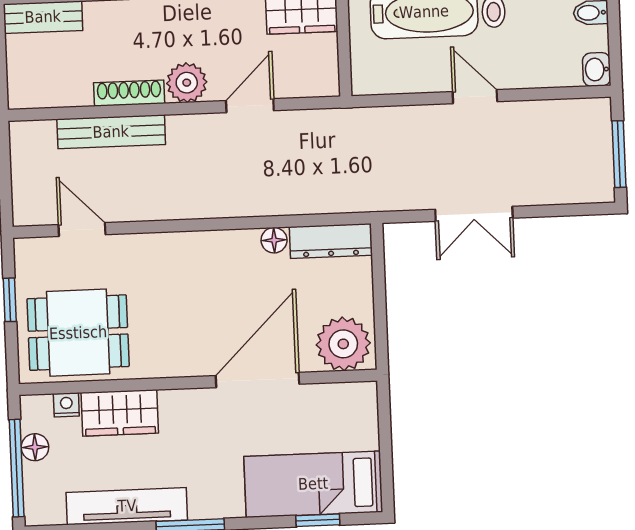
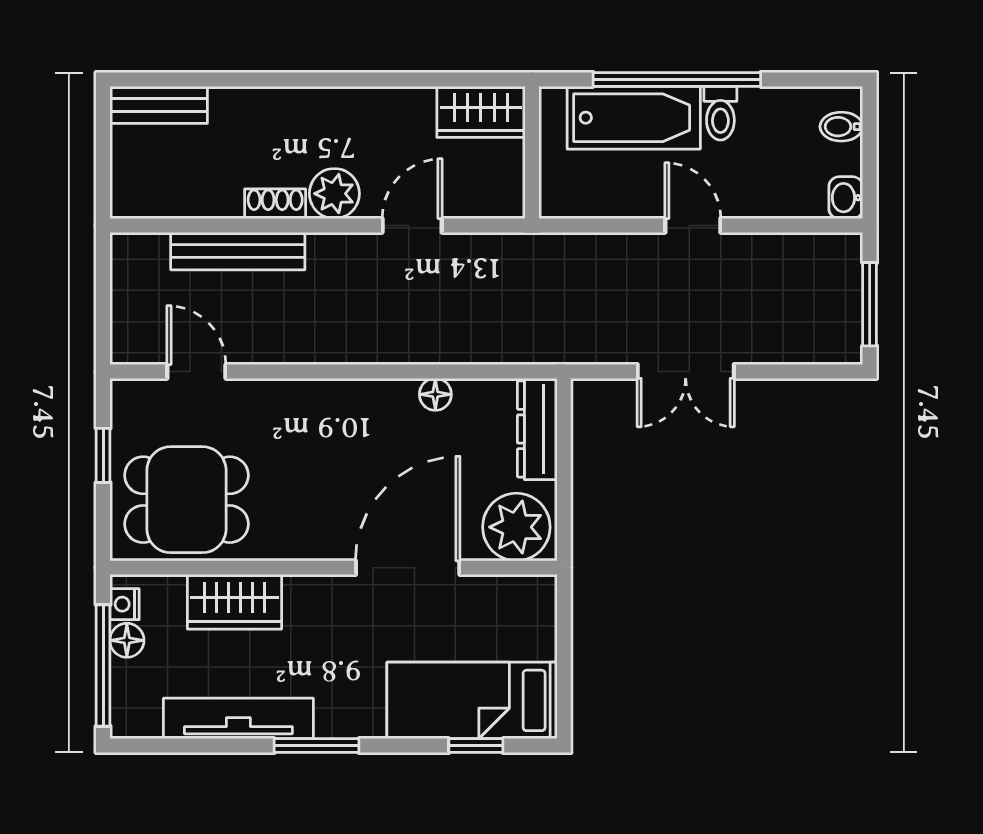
shoe rack: (129, 93) -> (275, 204), width x0.70
dresser: (331, 241) -> (537, 429), moved, turned 90
nightstand: (66, 405) -> (125, 604), moved, turned -90

